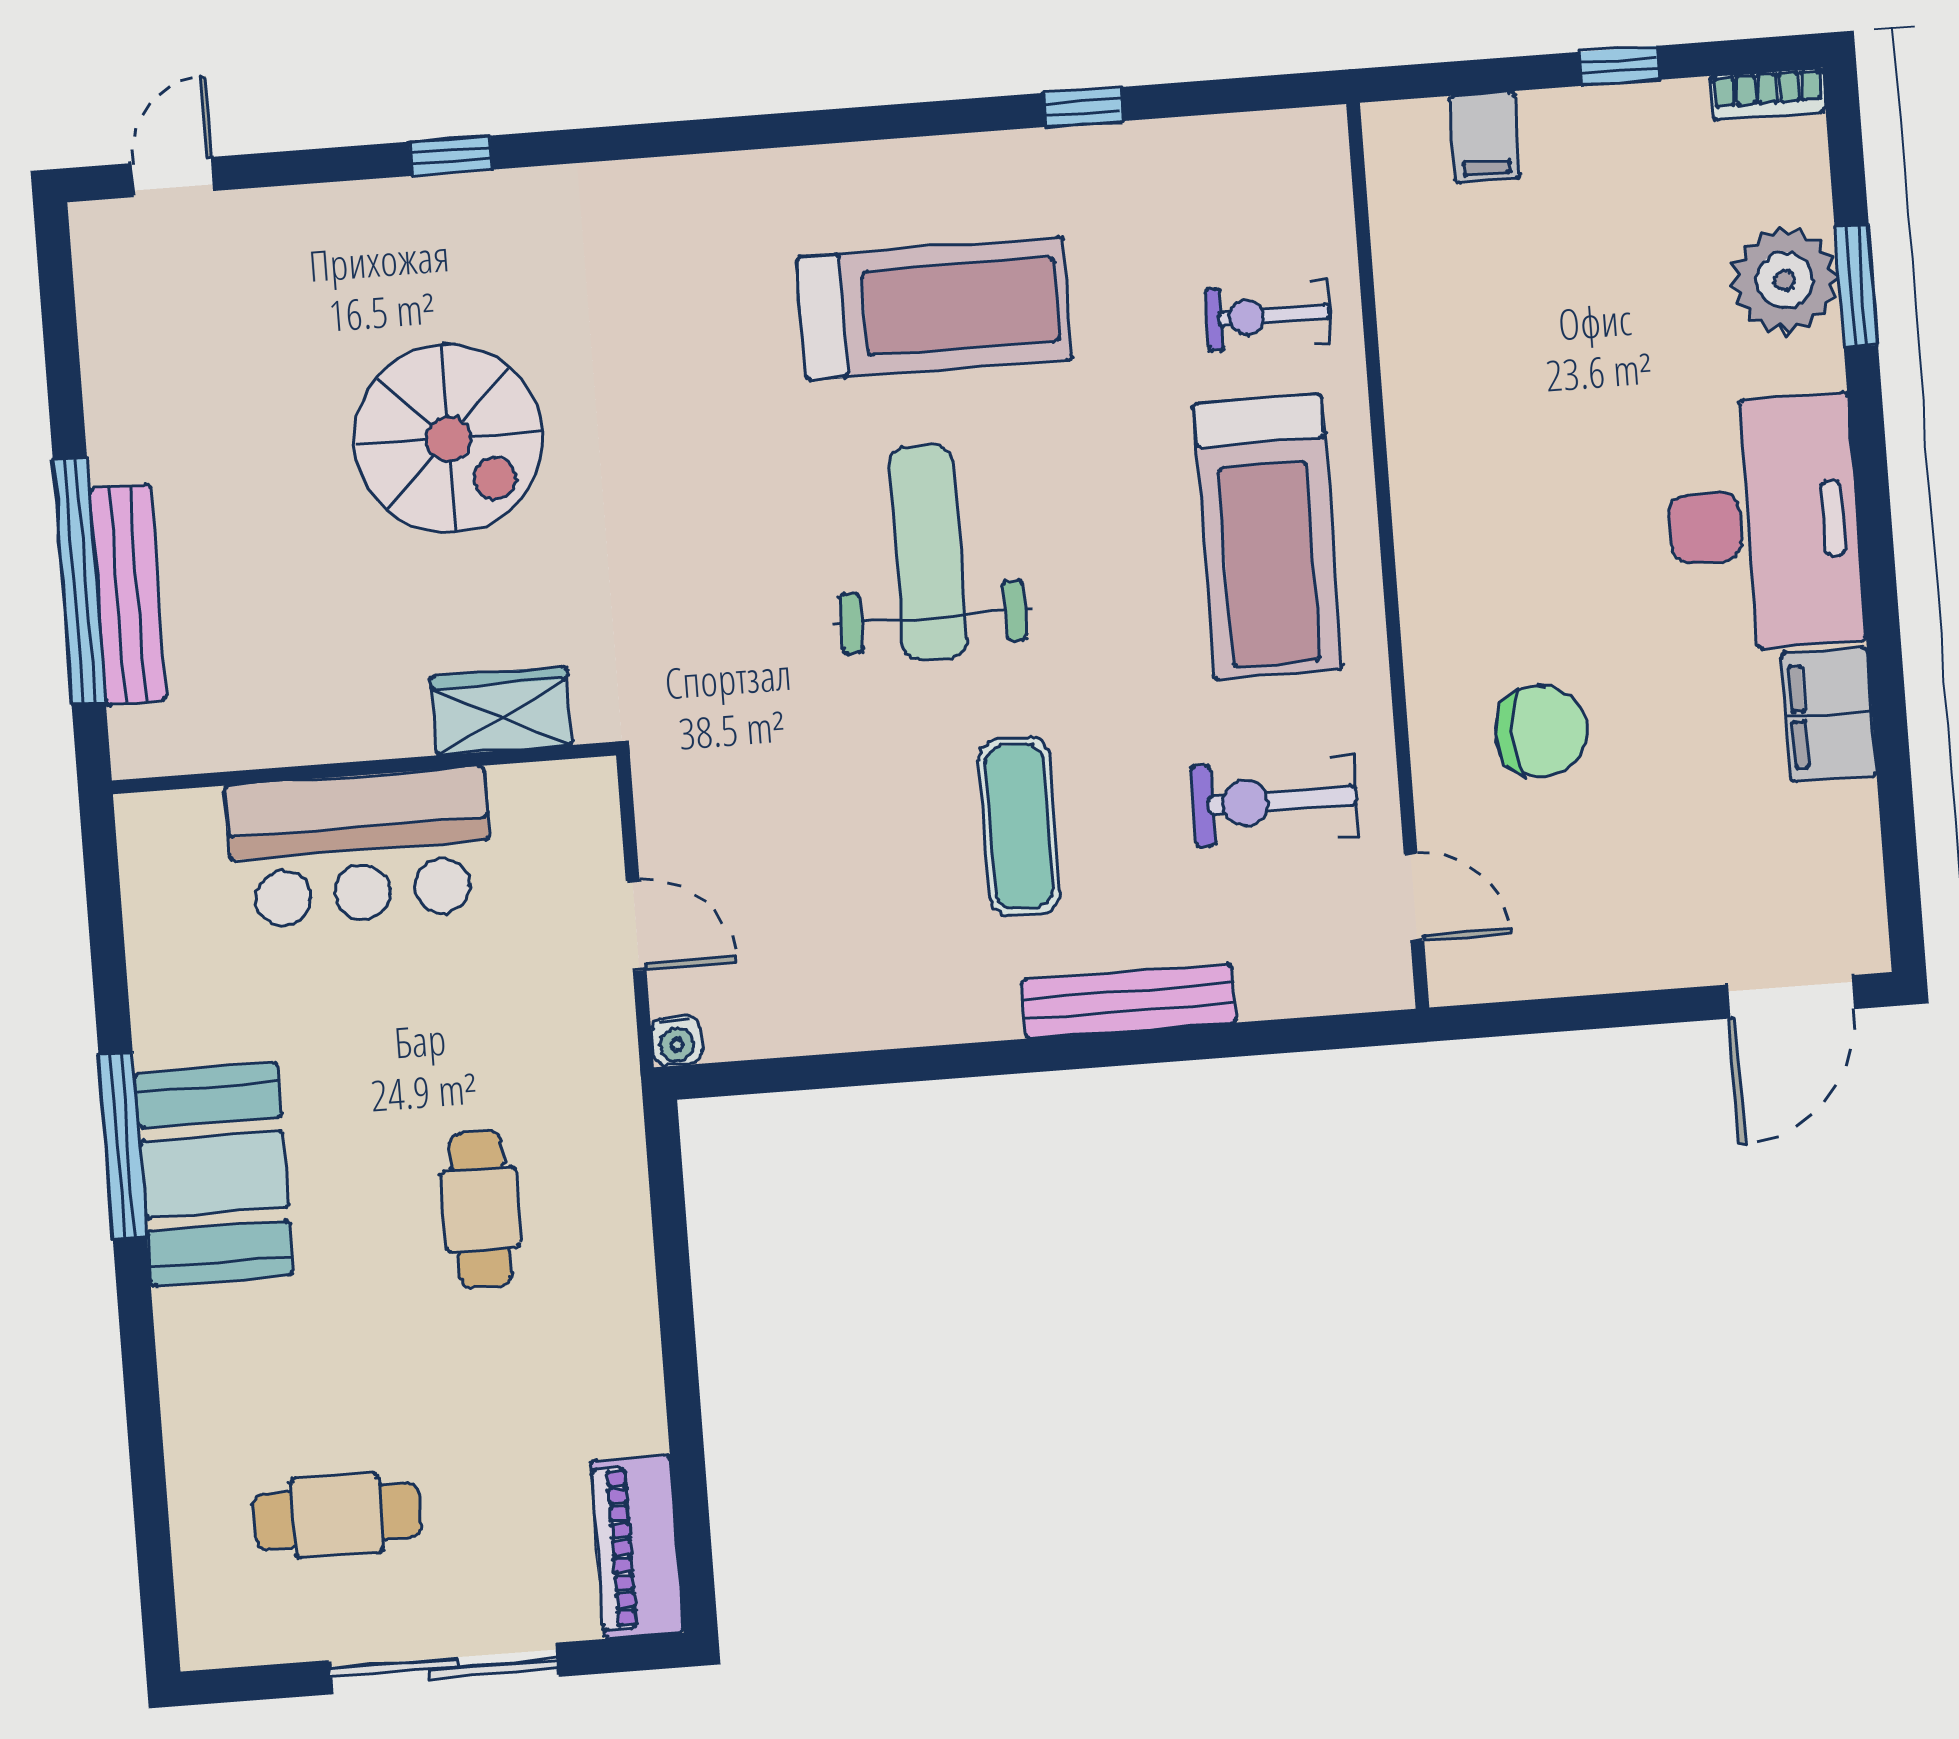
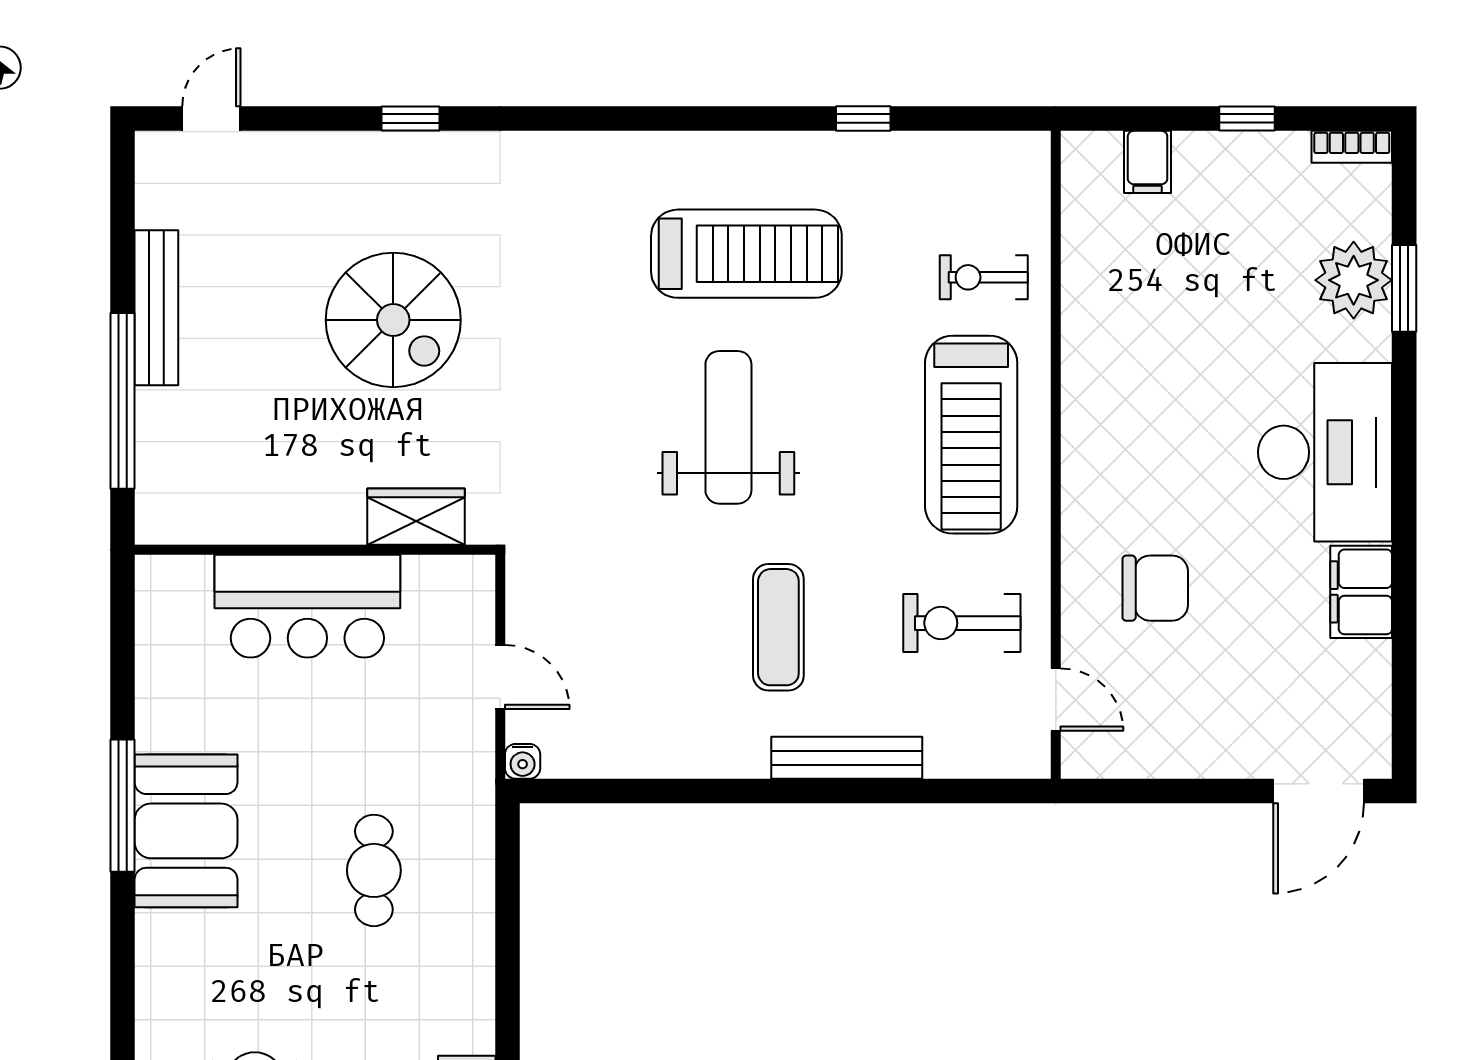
bench: (128, 594) -> (156, 308), moved

